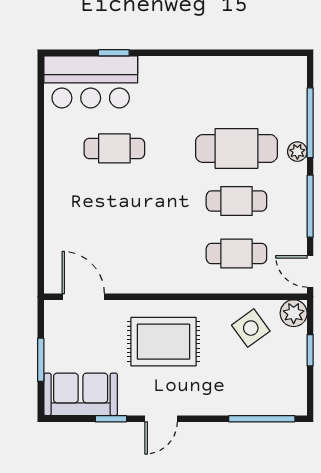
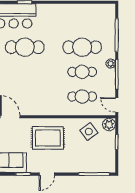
cafe table: (114, 148) -> (25, 47), width x1.37, depth x1.35
plant: (297, 152) -> (111, 64), moved

